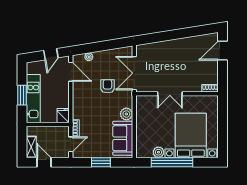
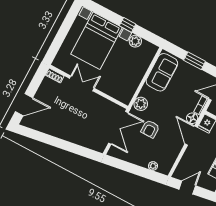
door: (71, 72) -> (191, 136), moved
double door: (170, 94) -> (82, 83), moved
floor lamp: (78, 114) -> (192, 118), added
plant: (126, 114) -> (141, 104), moved
window: (172, 162) -> (128, 25), width x0.32

